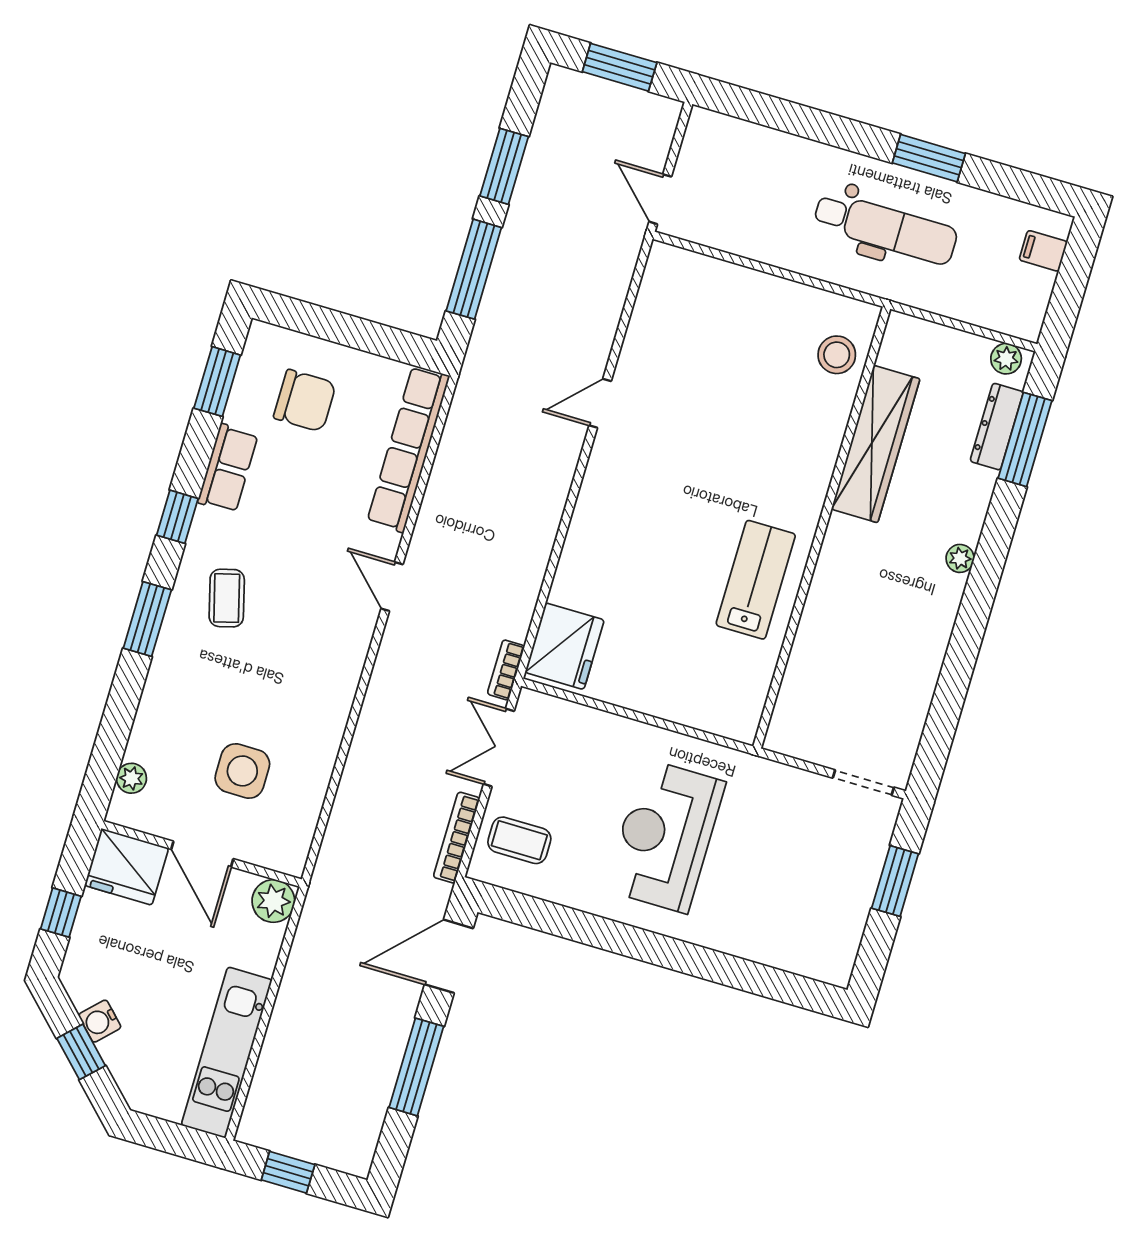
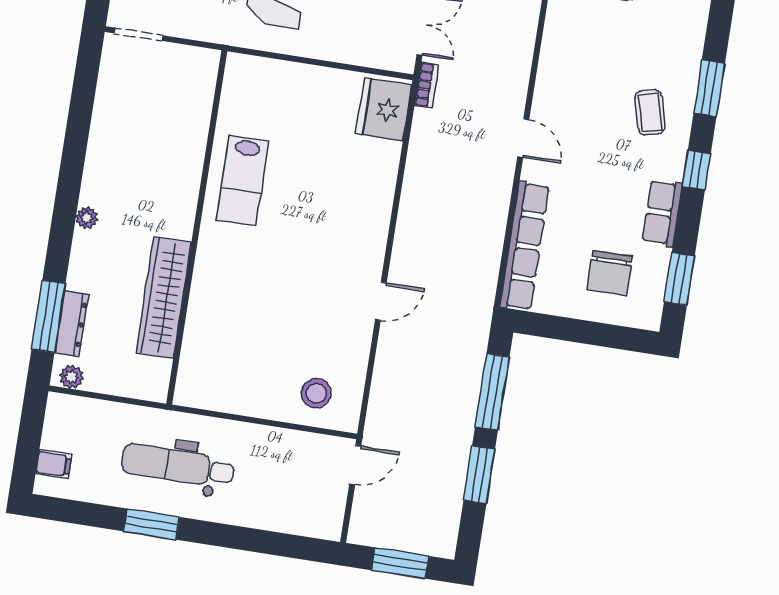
door: (660, 199) -> (355, 465), hinge flipped
stool: (837, 355) -> (316, 393), moved
chair: (305, 401) -> (610, 273), turned -90

